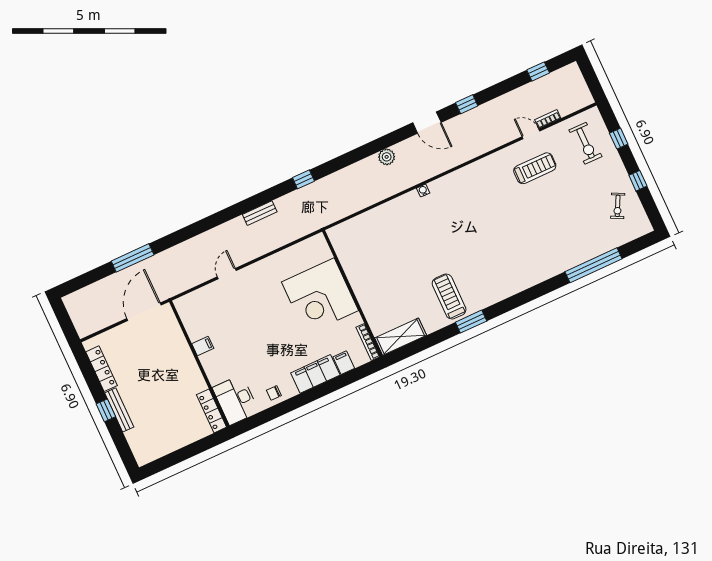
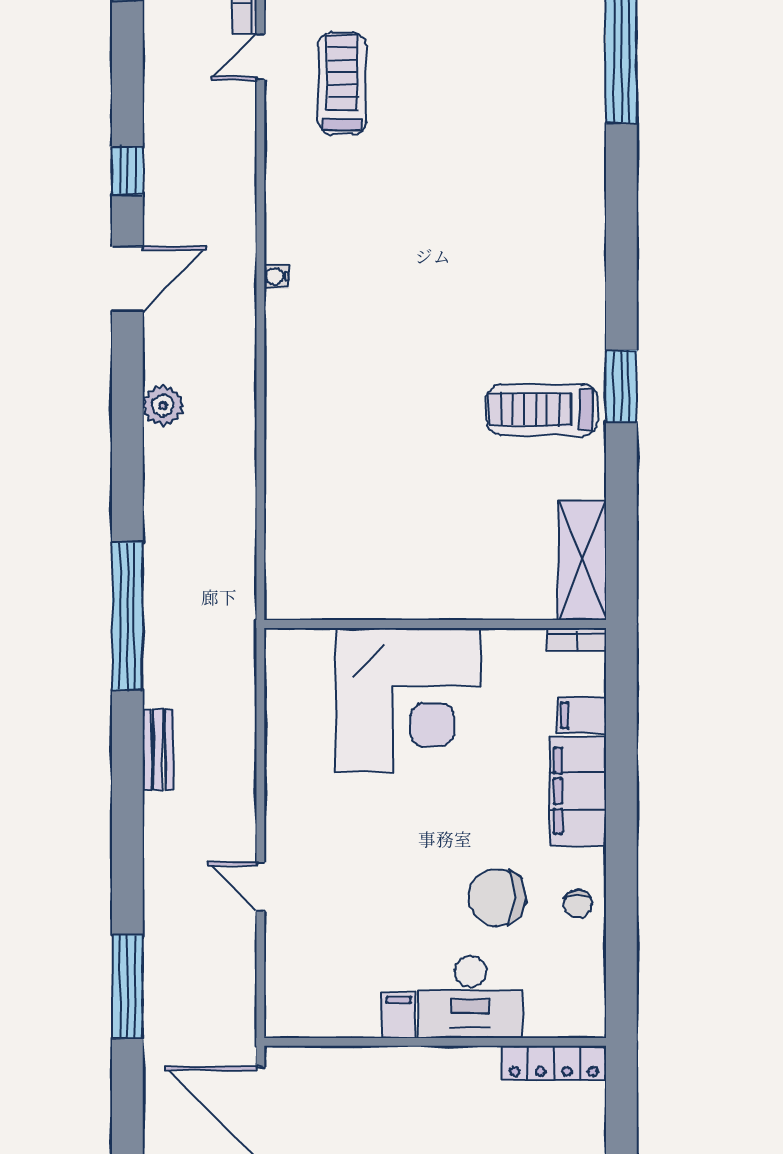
window: (303, 179) -> (127, 616), width x3.17
water cooler: (423, 191) -> (277, 276), moved
window: (133, 258) -> (127, 987), moved
bookcase: (368, 342) -> (577, 639), width x0.64
chair: (263, 362) -> (497, 897), added
desk: (236, 400) -> (471, 997), moved

